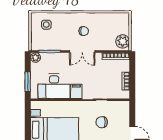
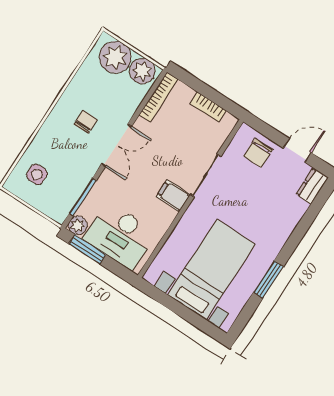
plant: (121, 25) -> (115, 57), added
window: (28, 82) -> (87, 249), moved
desk: (54, 86) -> (120, 236), moved, turned 90
chair: (102, 122) -> (258, 153), moved

